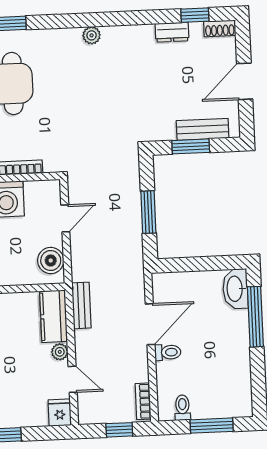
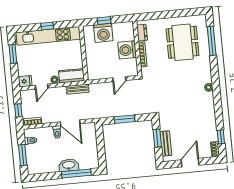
dresser: (172, 32) -> (212, 126), removed
door: (245, 81) -> (190, 163), hinge flipped
door: (65, 218) -> (119, 79), hinge flipped
boiler: (51, 260) -> (99, 73), removed
washbasin: (235, 289) -> (69, 165), moved

